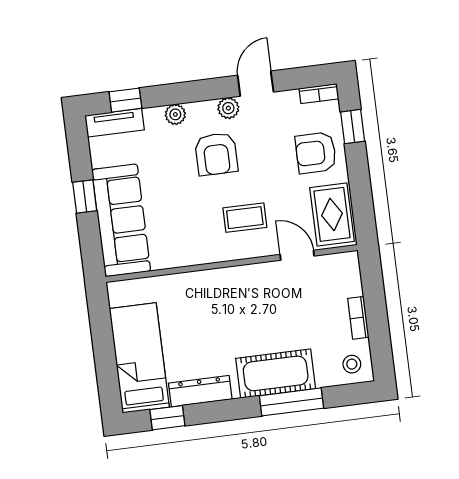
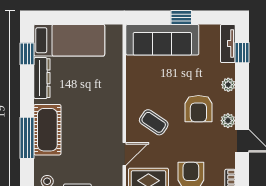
armchair: (216, 154) -> (198, 109), turned -90
coffee table: (245, 218) -> (154, 122), turned -56

